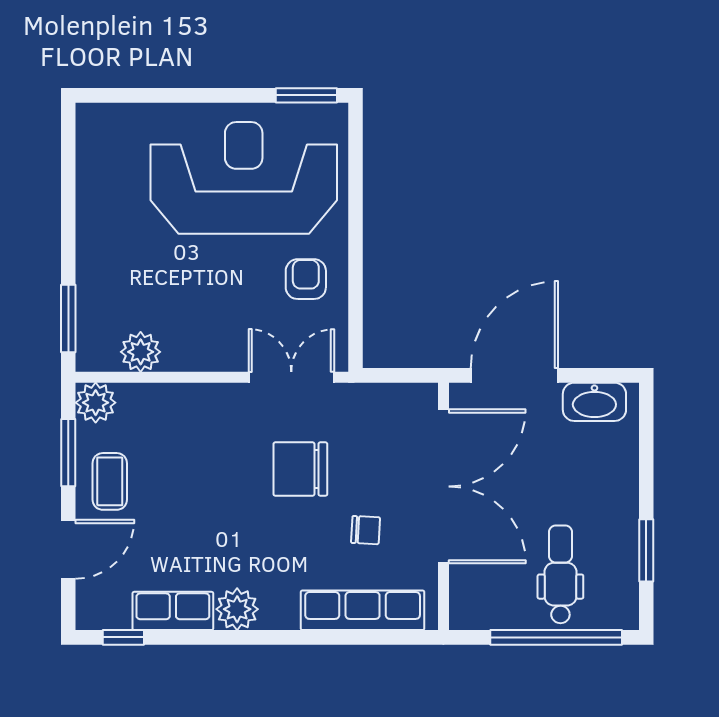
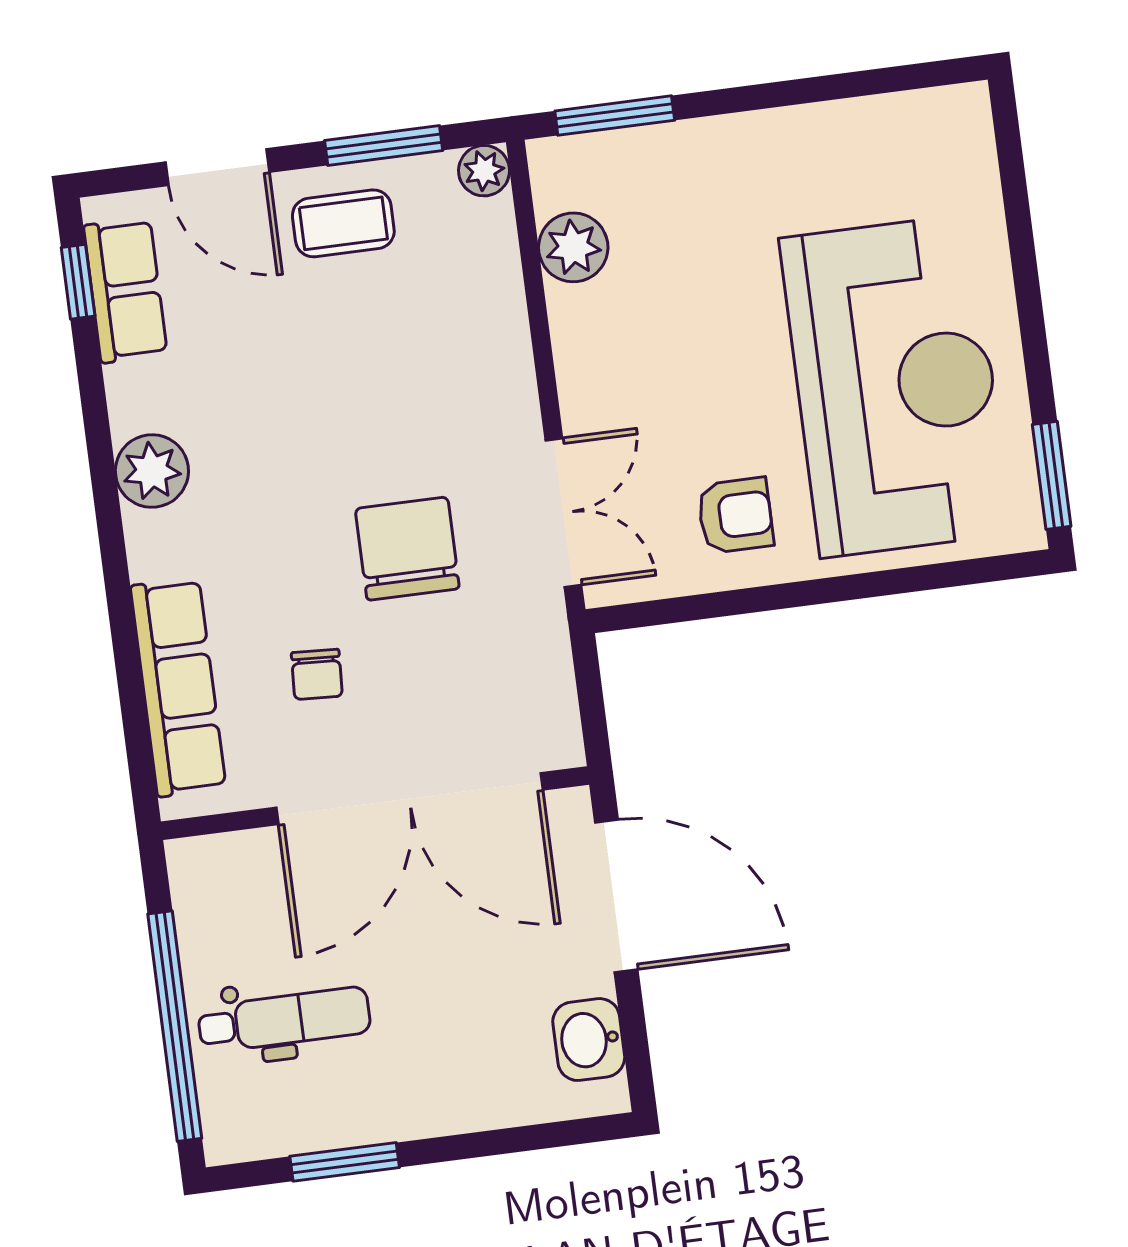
washbasin: (594, 402) -> (589, 1040), width x0.72
plant: (96, 403) -> (484, 171), width x0.73, depth x0.73
row of seats: (173, 611) -> (125, 290), moved

